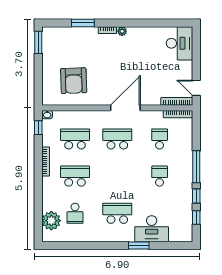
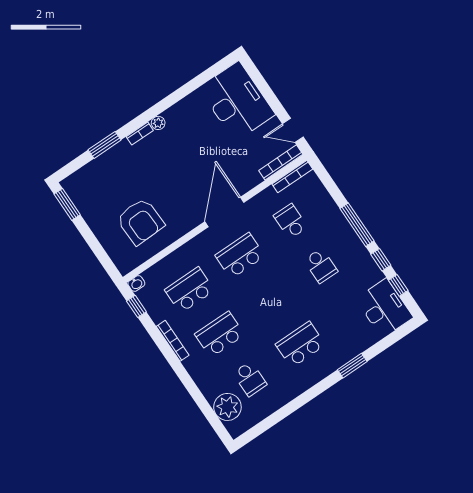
desk: (179, 43) -> (237, 101), width x1.36, depth x1.30
school desk: (160, 176) -> (321, 266), turned 180
desk: (152, 229) -> (384, 308), moved, turned -90

